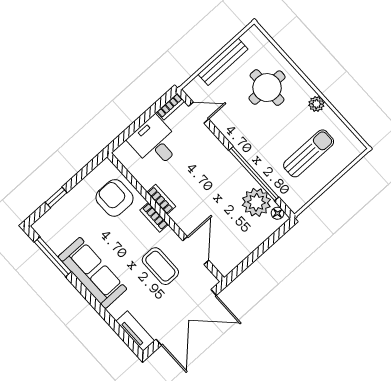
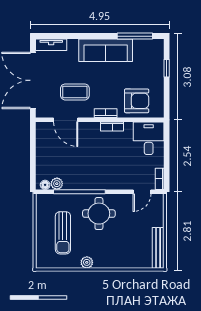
bench: (223, 62) -> (158, 248), moved
round table: (267, 88) -> (99, 214), moved
desk: (155, 142) -> (149, 138), moved, turned -90
plant: (256, 202) -> (57, 184), width x0.53, depth x0.53

